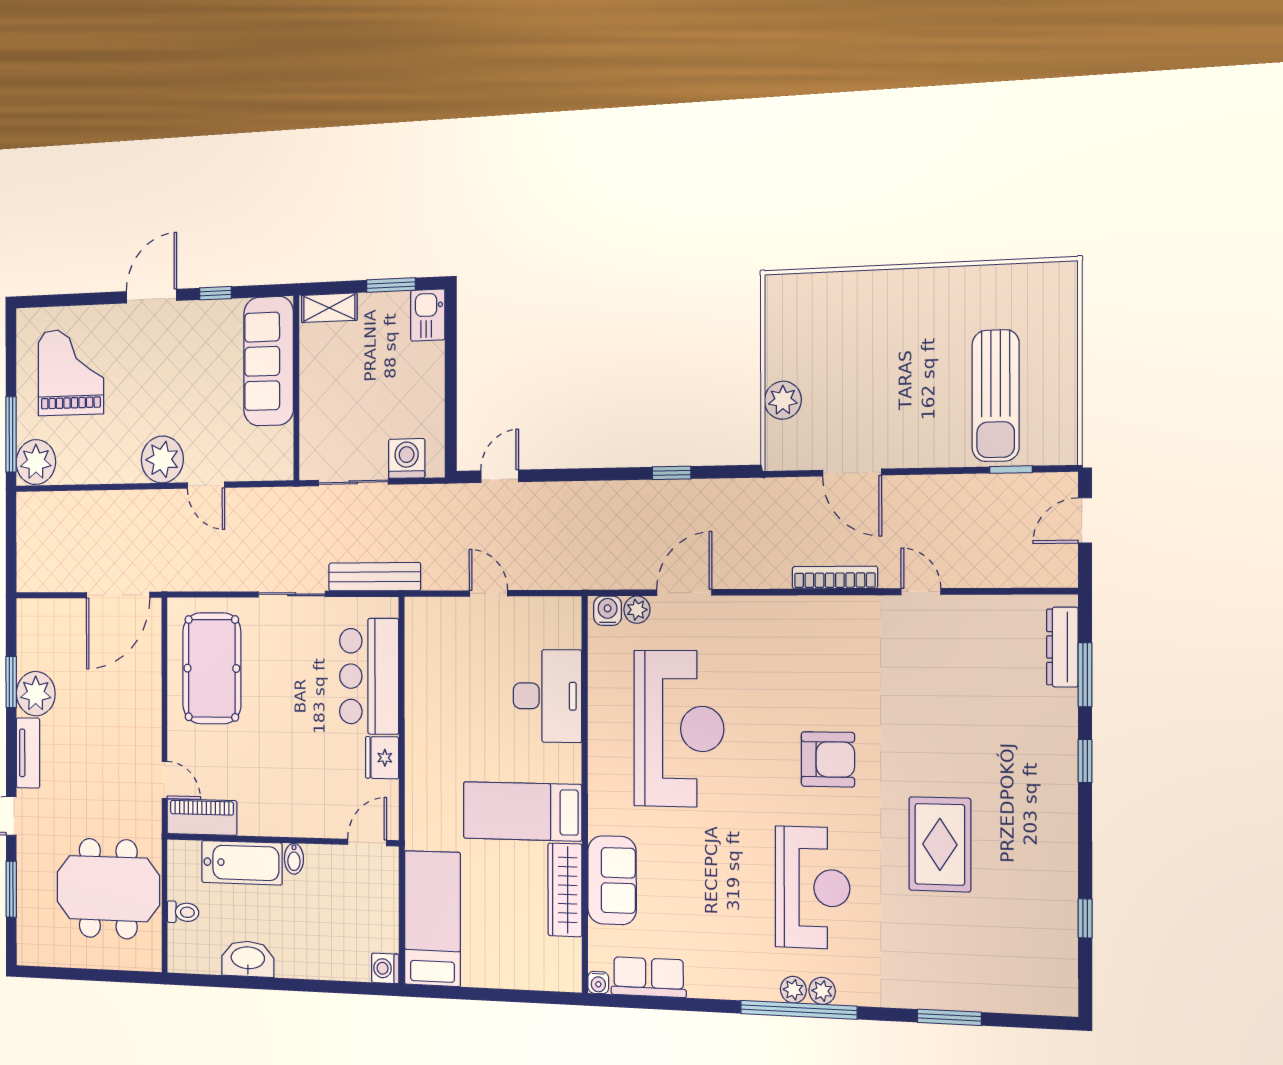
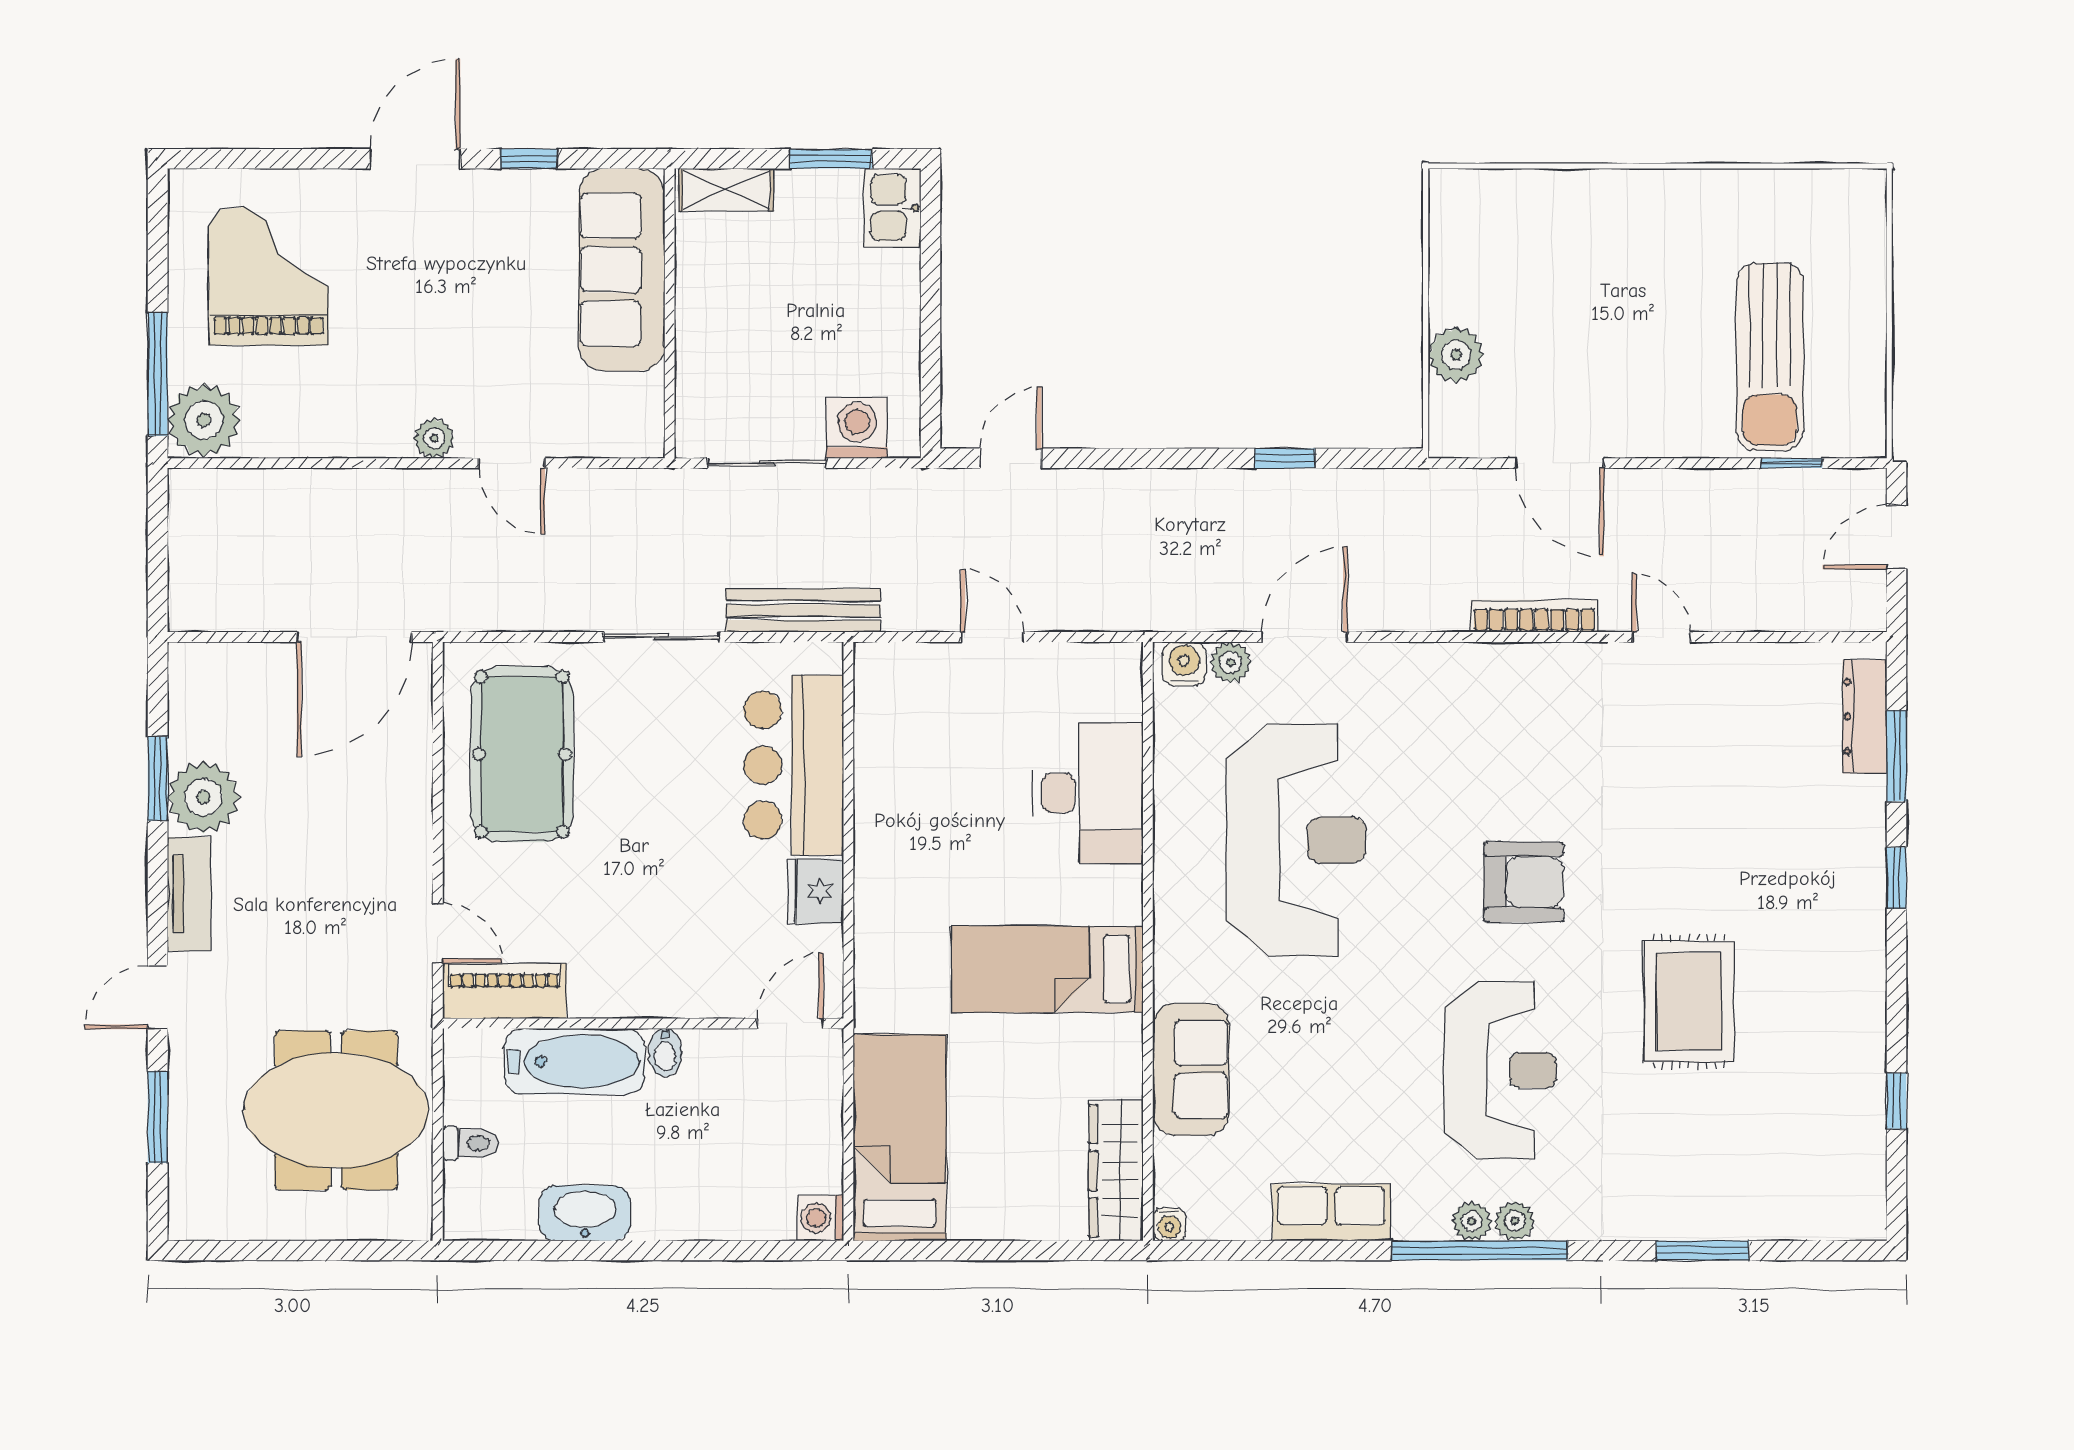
plant: (162, 459) -> (434, 438), width x0.53, depth x0.53
wardrobe: (565, 890) -> (1116, 1171), moved
row of seats: (649, 977) -> (1331, 1213), moved

